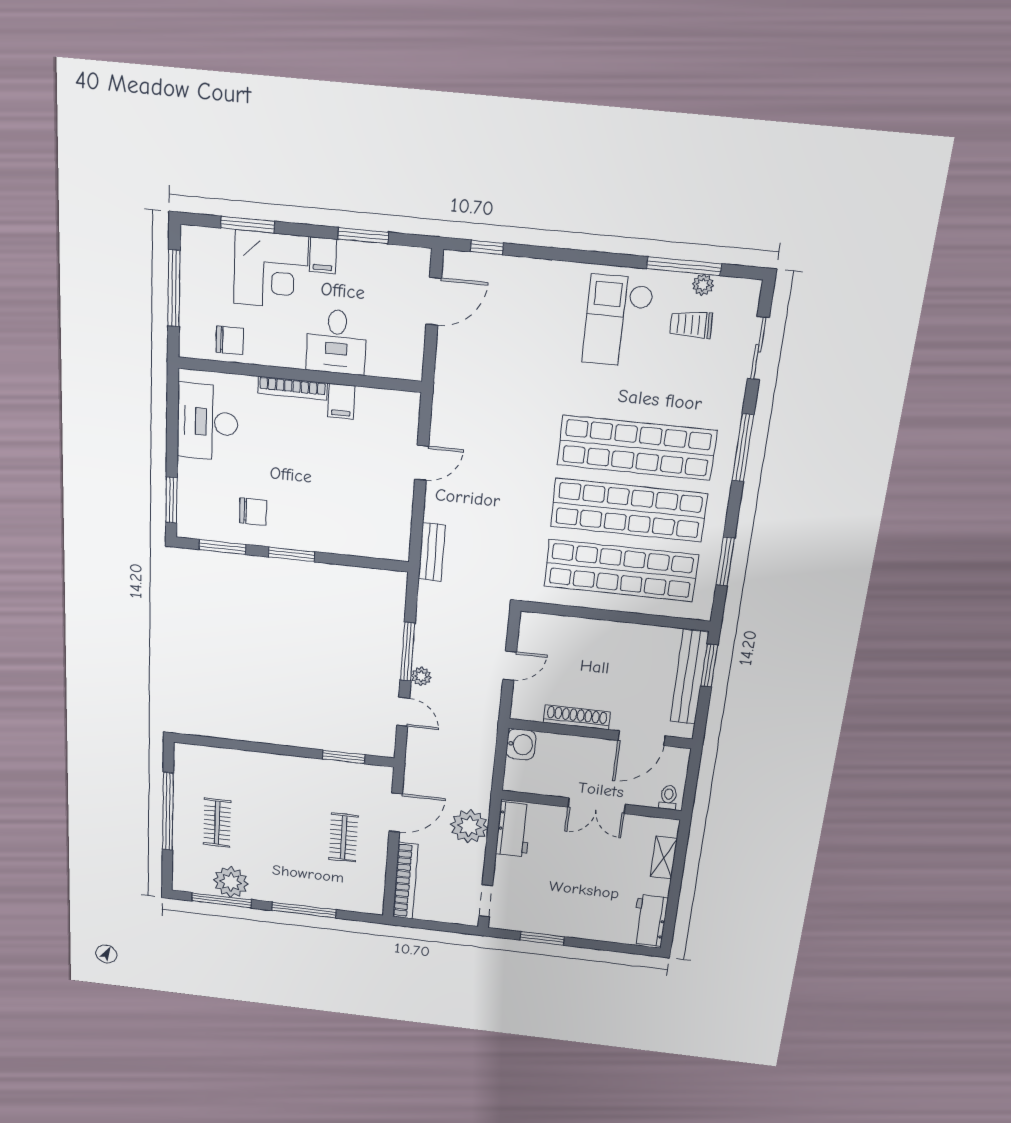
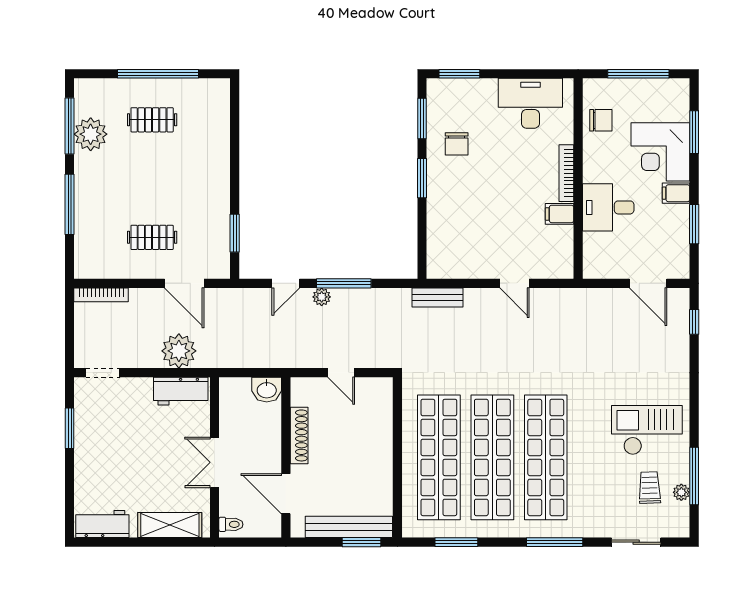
chair: (230, 340) -> (601, 120), turned -90
shelving: (664, 858) -> (170, 525), width x1.50, depth x1.33
bookcase: (405, 881) -> (101, 295), width x0.68, depth x0.76

